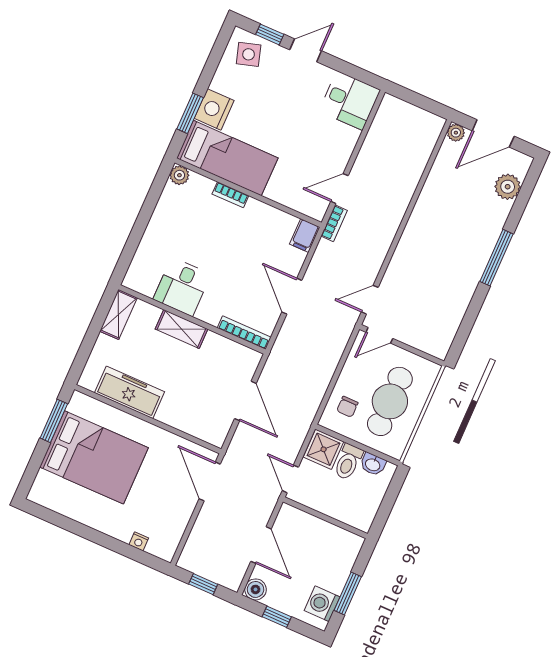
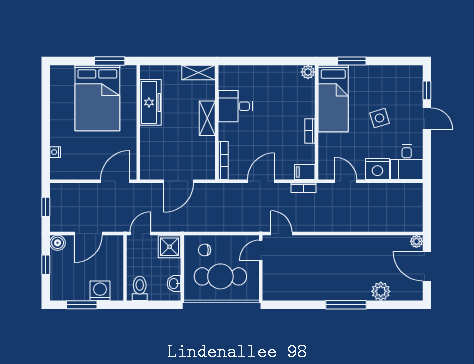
side table: (249, 54) -> (380, 118), moved
nightstand: (214, 109) -> (377, 169), moved, turned 180
plant: (508, 187) -> (381, 291), moved
bookcase: (230, 195) -> (310, 131), moved
bookcase: (334, 223) -> (304, 188), moved
door: (379, 335) -> (261, 250), hinge flipped
toilet: (348, 462) -> (140, 288), moved, turned 90
washing machine: (322, 604) -> (100, 291), moved

